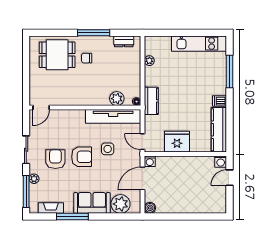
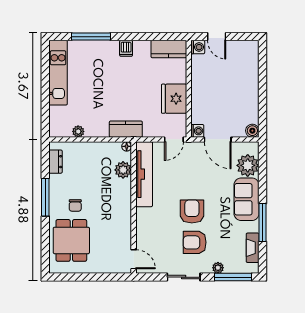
kitchen counter: (219, 130) -> (169, 49), width x0.67
side table: (108, 149) -> (183, 181), removed

